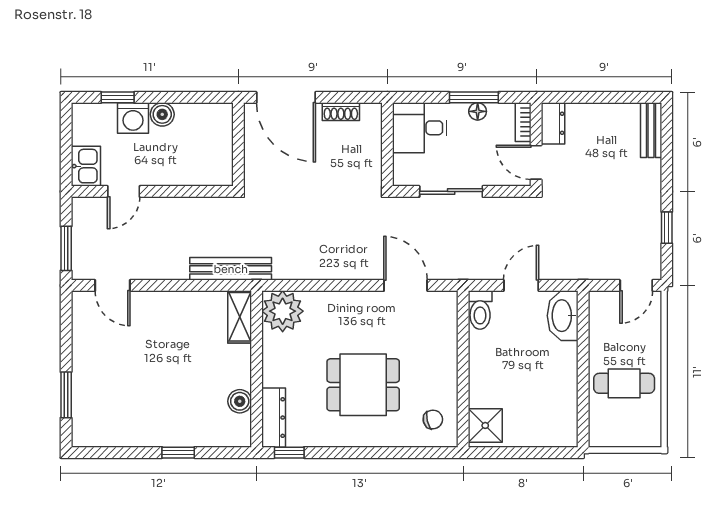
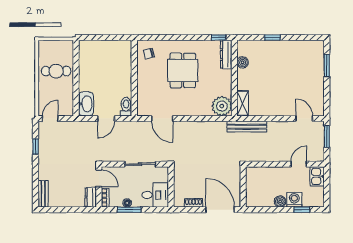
dining table: (363, 385) -> (183, 70), turned 90
shower: (485, 425) -> (123, 51), removed

